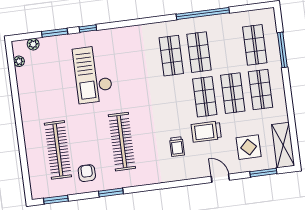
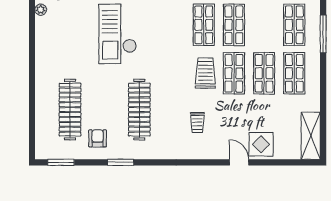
trolley: (206, 132) -> (205, 73), moved, turned 90
display table: (249, 147) -> (261, 144), moved
window: (263, 173) -> (286, 162), removed

